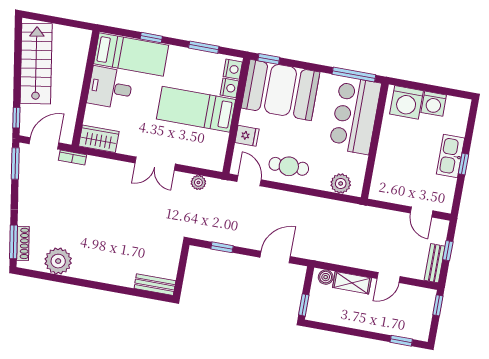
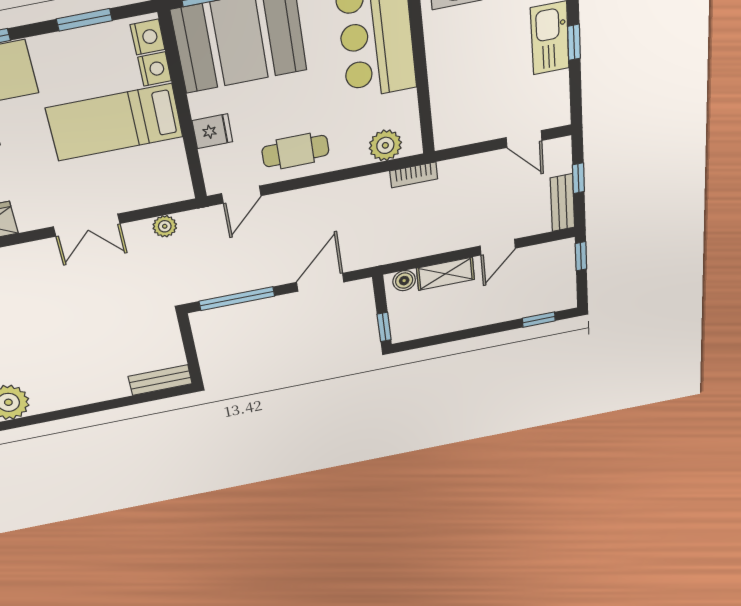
door: (249, 181) -> (241, 195), swing flipped
bookcase: (352, 209) -> (414, 175), added
window: (222, 247) -> (237, 299), width x2.17

